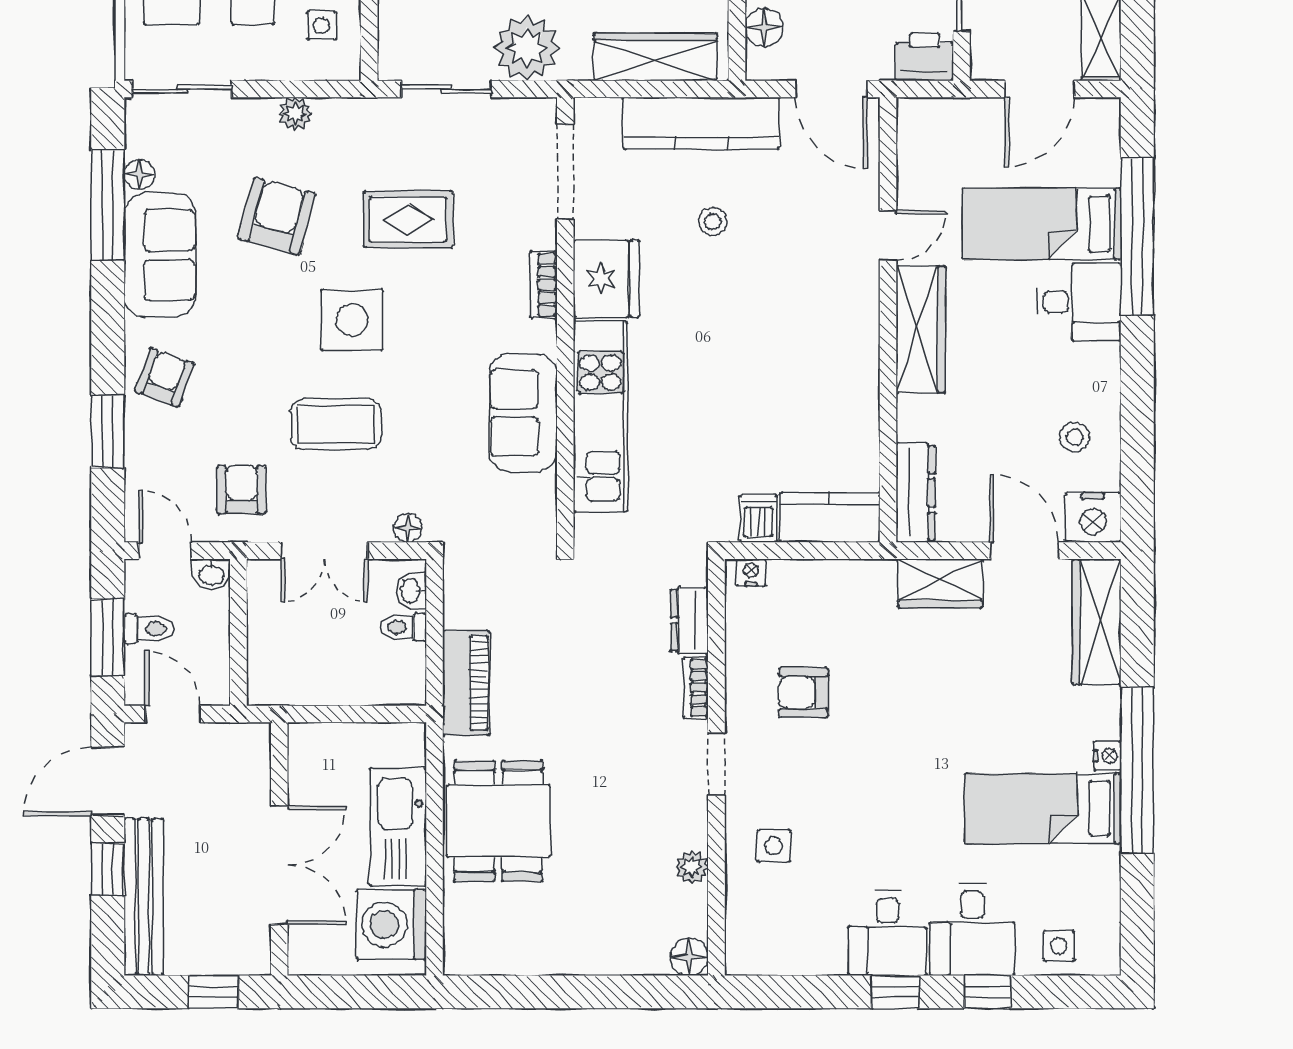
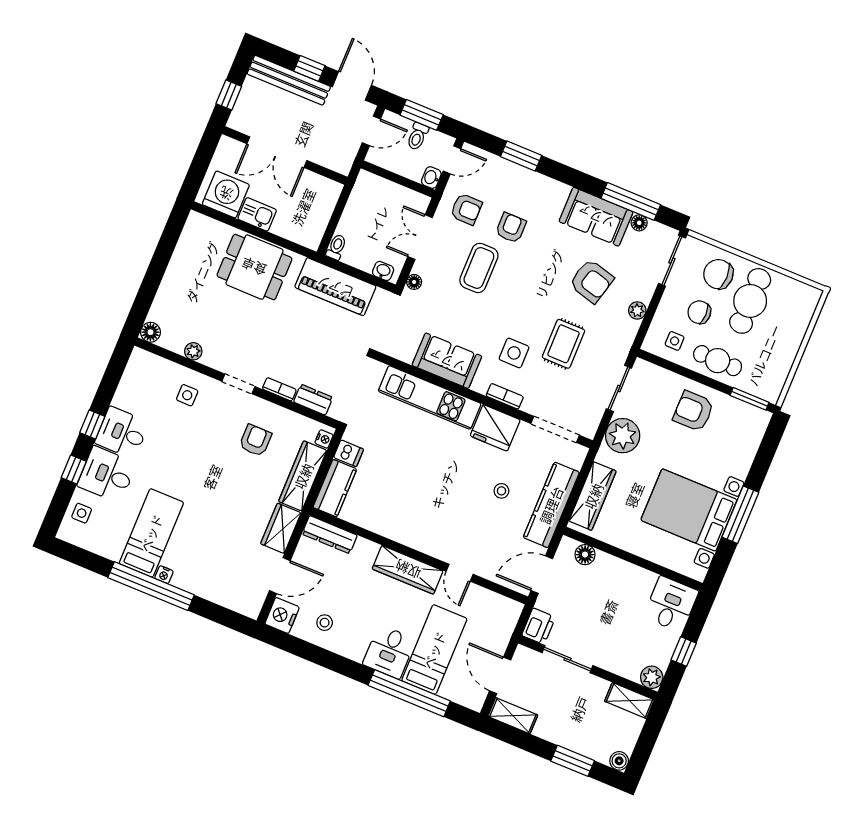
side table: (352, 320) -> (514, 353), moved, width x0.73, depth x0.73
armchair: (164, 377) -> (511, 228), moved, turned -110
wardrobe: (1097, 622) -> (303, 476), moved, turned -90
toilet: (403, 627) -> (336, 247), moved
piano: (466, 683) -> (335, 287), width x1.37, depth x1.33
kitchen sink: (398, 827) -> (257, 214), width x0.53, depth x0.81

